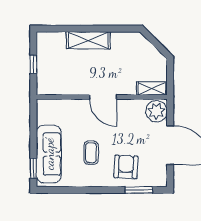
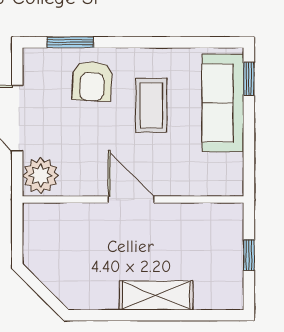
shelving: (152, 88) -> (49, 214), removed
coffee table: (91, 153) -> (151, 105), width x1.36, depth x1.30

